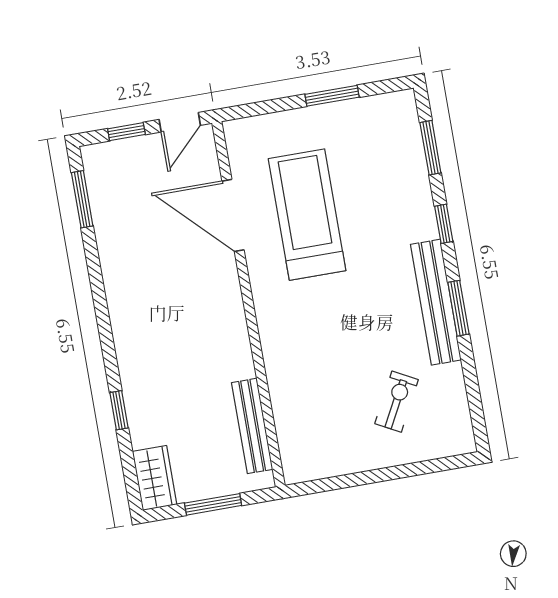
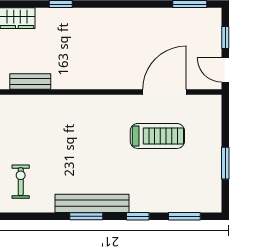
treadmill: (307, 215) -> (157, 136), width x0.73, depth x0.73
exercise bike: (397, 402) -> (21, 182), moved, turned -118
bench: (252, 426) -> (30, 82), width x0.73

